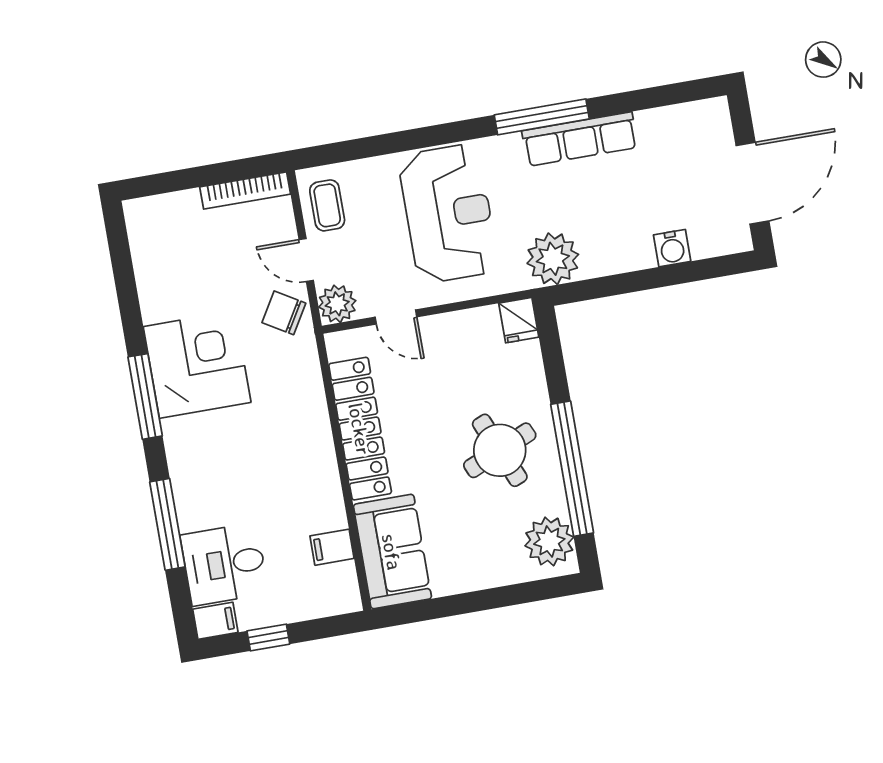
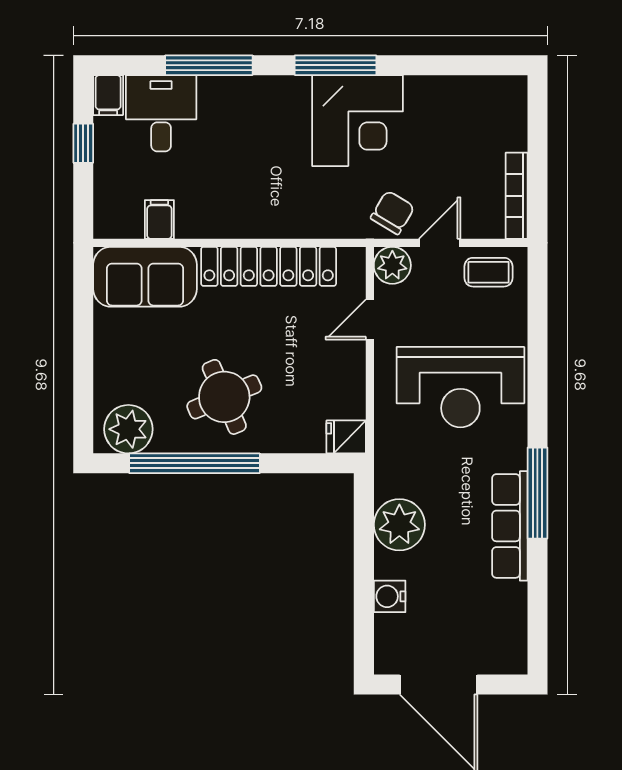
plant: (553, 259) -> (399, 525), moved

